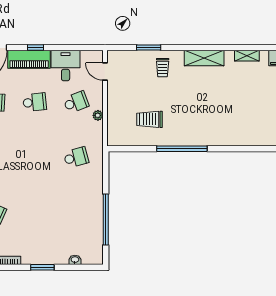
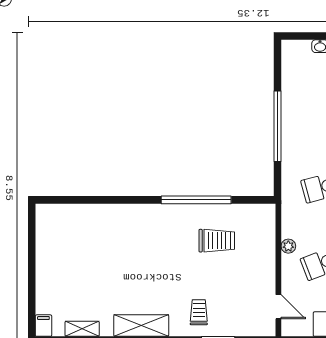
window: (182, 149) -> (196, 200), moved
window: (106, 219) -> (278, 126), moved

